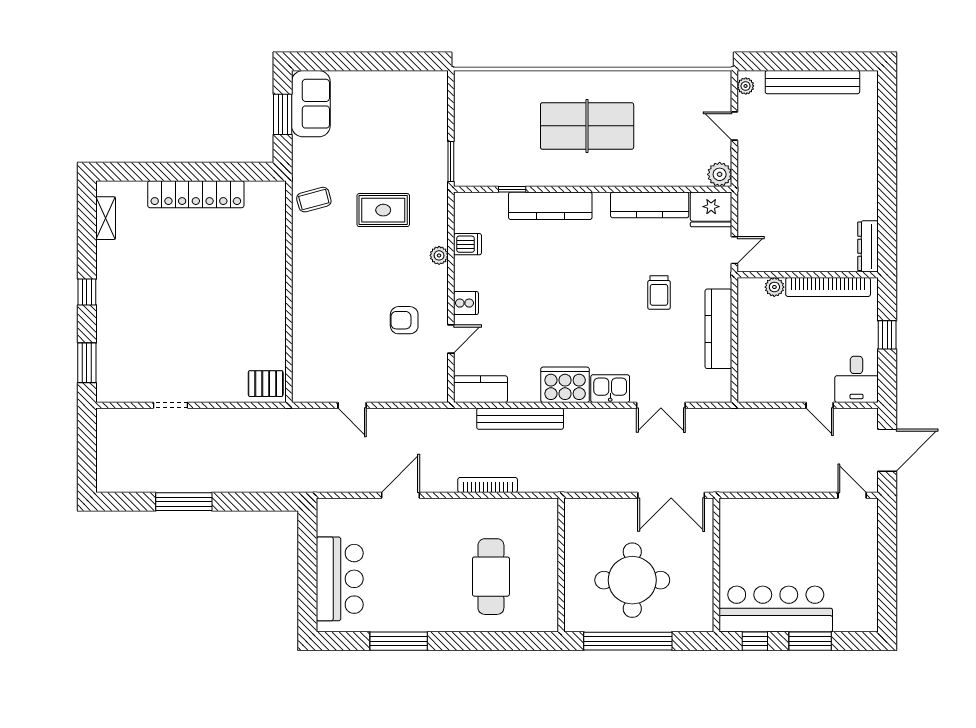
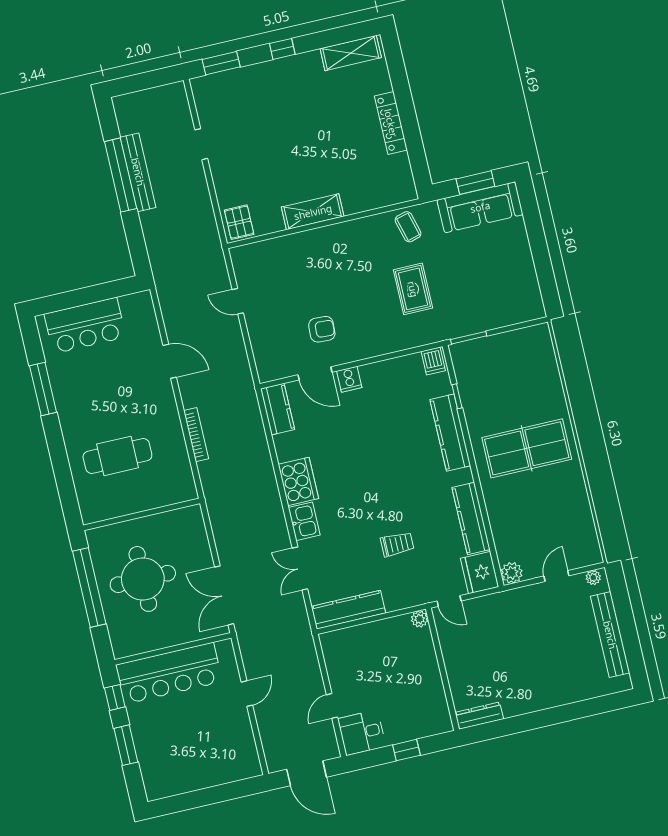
sofa: (311, 104) -> (480, 207), width x1.36
table tennis table: (587, 126) -> (527, 448), turned 90
locker: (196, 194) -> (391, 123), width x0.71, depth x0.83
shelving: (106, 218) -> (351, 53), width x1.50, depth x1.33
dishwasher: (467, 244) -> (433, 361), moved
plant: (439, 255) -> (385, 346), removed
plant: (774, 287) -> (420, 619), moved
bookcase: (828, 287) -> (436, 689), removed
trolley: (659, 292) -> (397, 544), turned 180
shelving: (273, 300) -> (313, 212), added
armchair: (404, 320) -> (322, 329), turned 93
kitchen counter: (718, 329) -> (348, 610), moved
door: (451, 339) -> (315, 373), width x1.38
door: (352, 405) -> (238, 301), hinge flipped
bench: (520, 419) -> (138, 172), moved
door: (852, 495) -> (247, 694), moved
window: (184, 502) -> (121, 175), width x1.46
bar counter: (776, 609) -> (169, 673), moved, turned 90

